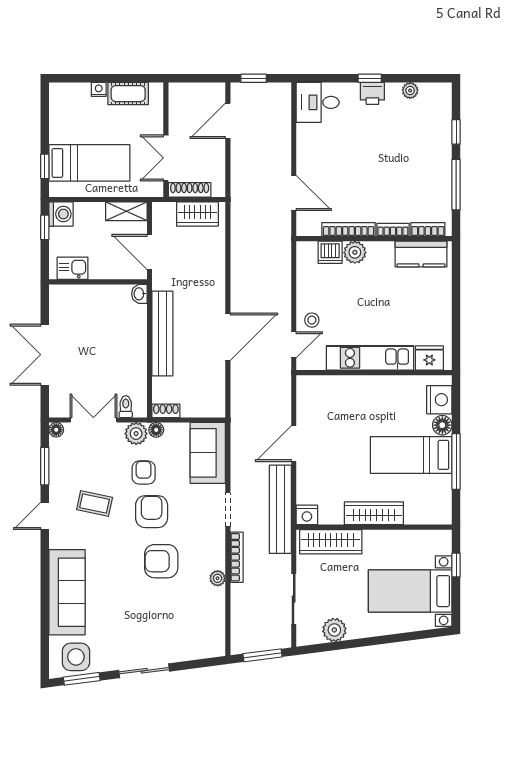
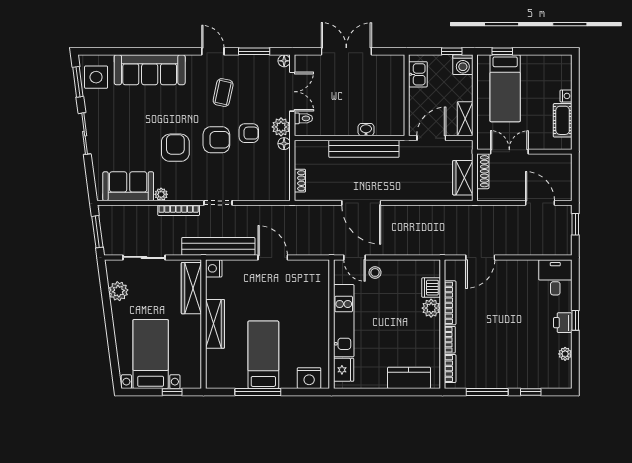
kitchen counter: (421, 254) -> (409, 378), moved, turned 90
washbasin: (139, 294) -> (366, 130), moved
shoe rack: (166, 411) -> (300, 181), moved
floor lamp: (442, 425) -> (288, 380), removed
sofa: (208, 453) -> (128, 186), moved

